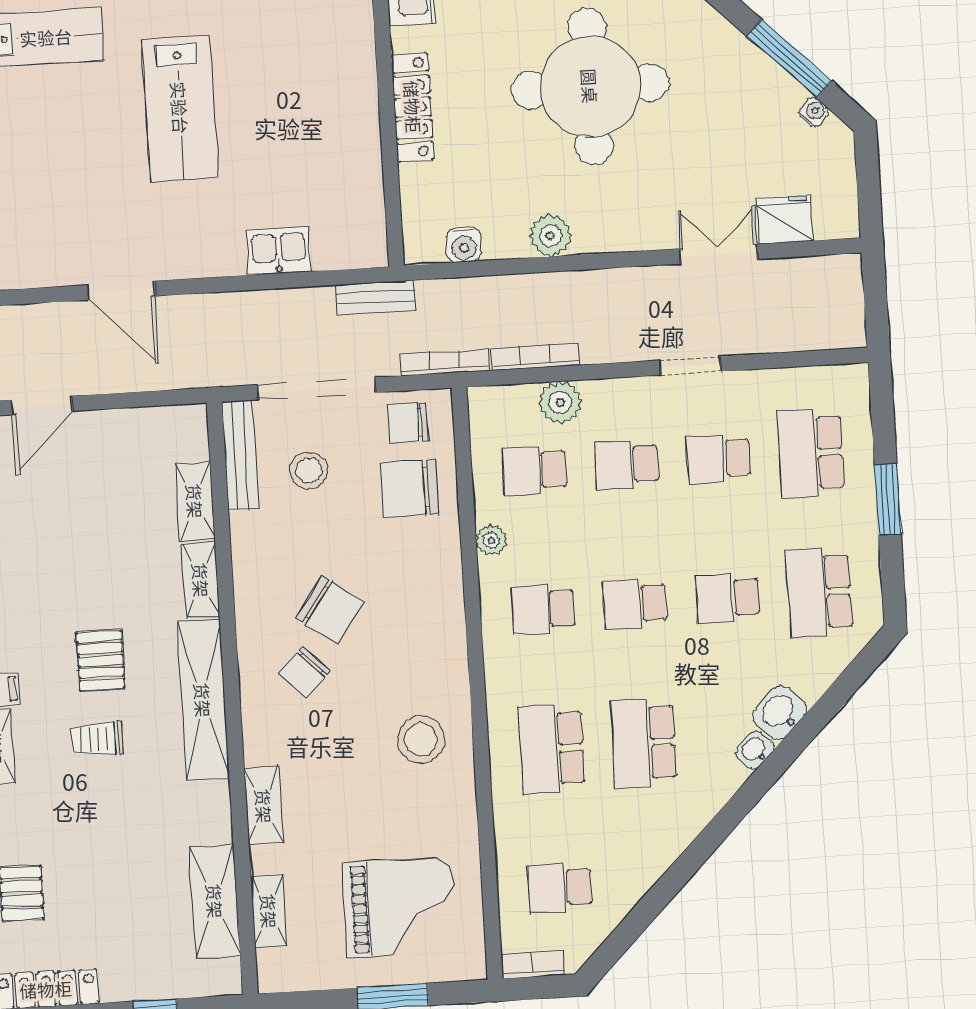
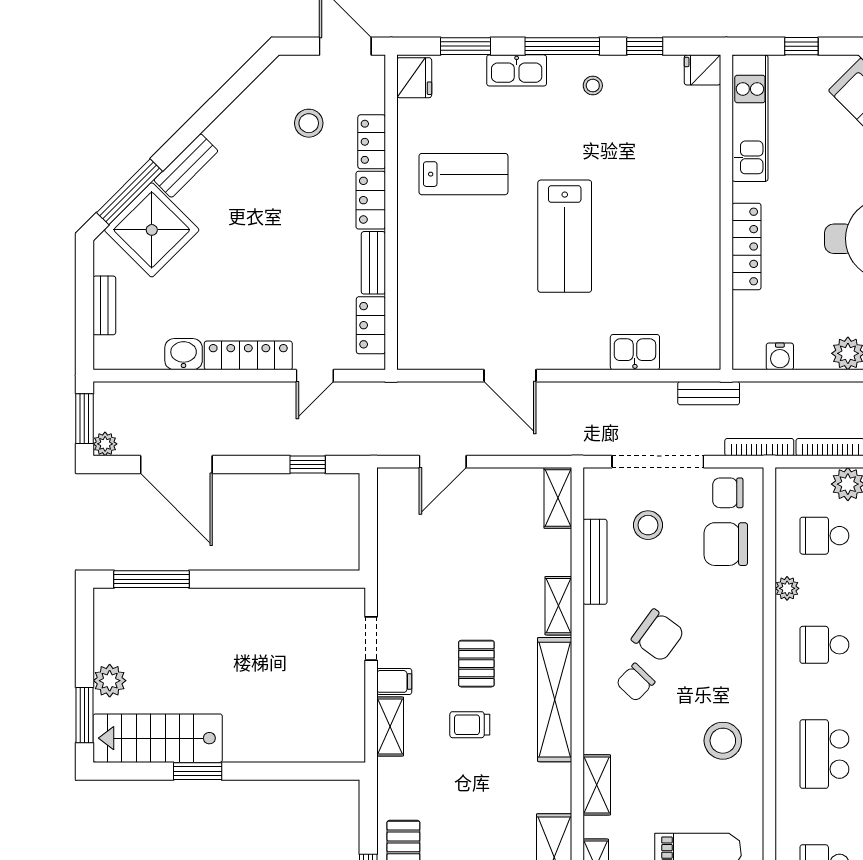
bench: (240, 455) -> (595, 562), moved
shelving: (195, 501) -> (558, 498), moved

